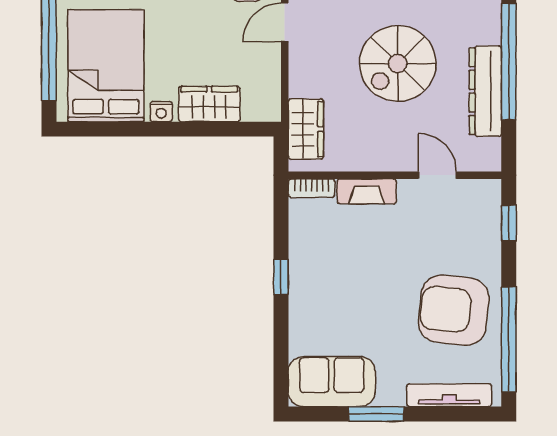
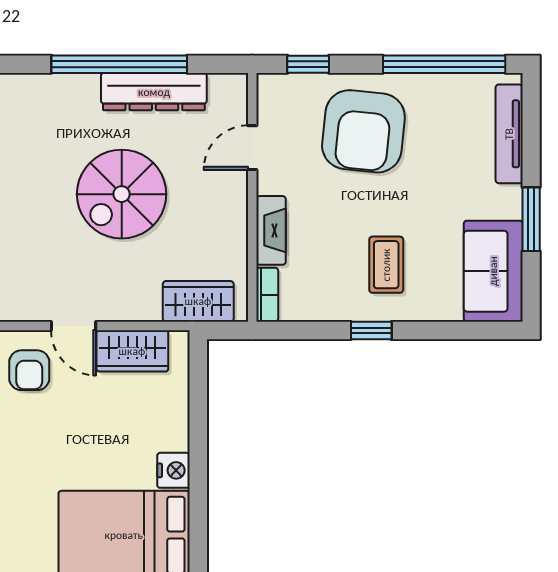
spiral stairs: (398, 63) -> (122, 194), turned 90
wardrobe: (209, 104) -> (132, 351), moved, turned -90
nightstand: (161, 112) -> (173, 470), width x1.39, depth x1.35
coffee table: (337, 290) -> (386, 265), added
armchair: (454, 310) -> (363, 131), moved

